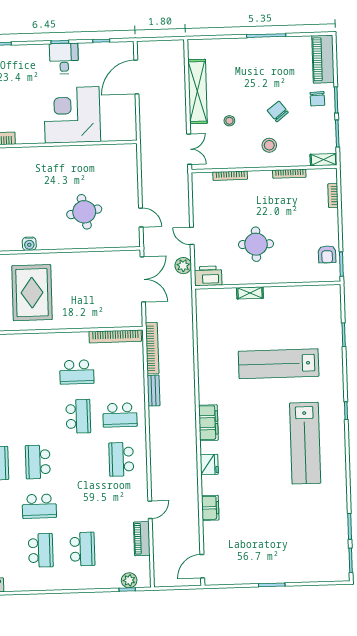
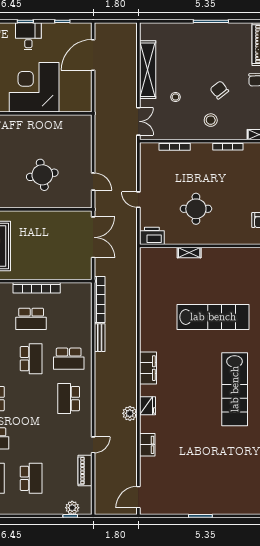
plant: (183, 266) -> (130, 413), moved
bookcase: (115, 336) -> (37, 288), moved
lab bench: (279, 364) -> (213, 317), turned 180

